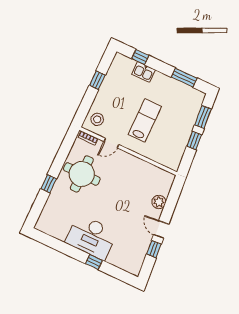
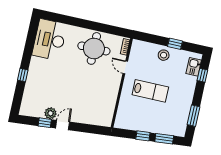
kitchen sink: (144, 72) -> (194, 67), moved
stool: (97, 119) -> (164, 55), moved
window: (49, 184) -> (80, 23), removed
plant: (159, 202) -> (51, 113), moved
desk: (91, 237) -> (49, 40), moved

